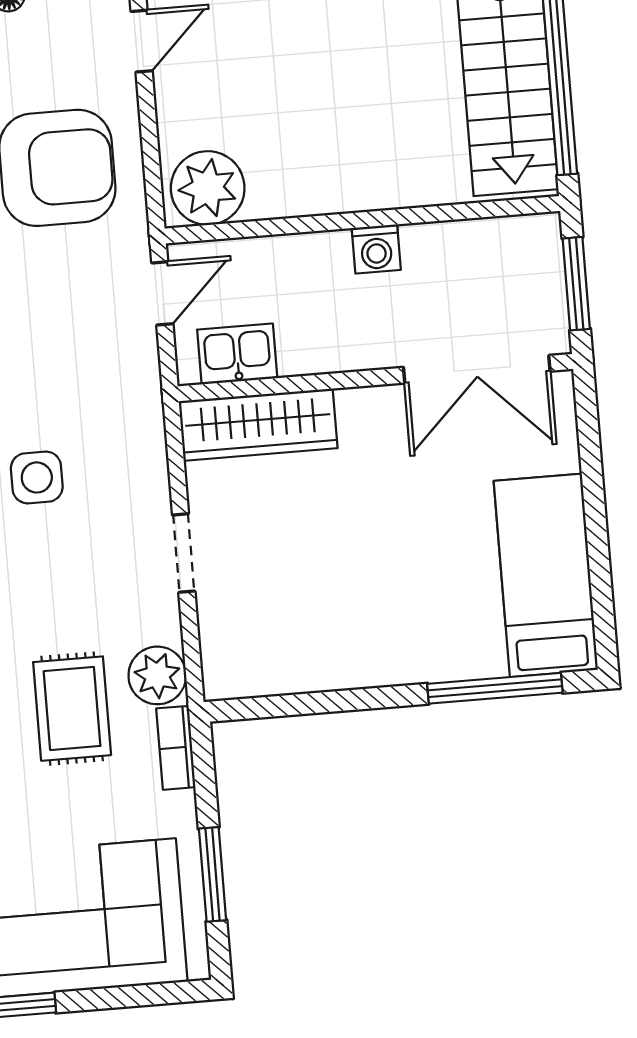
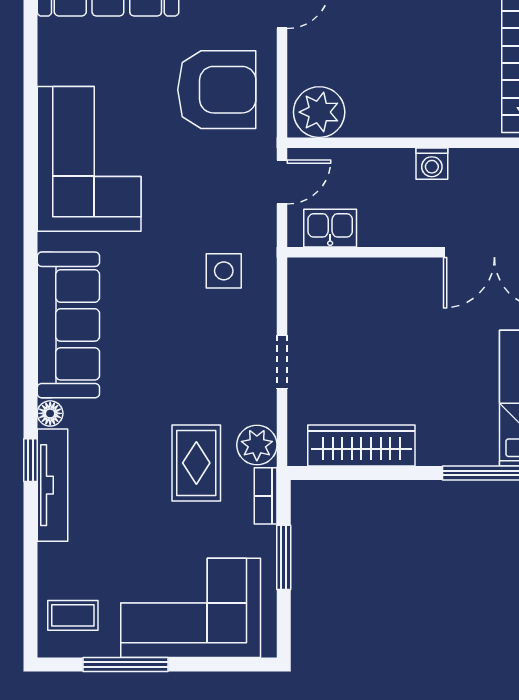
wardrobe: (258, 425) -> (361, 445), moved, turned 180
side table: (37, 477) -> (224, 271), moved
window: (213, 874) -> (284, 557), moved

